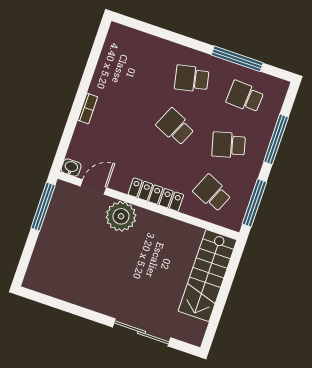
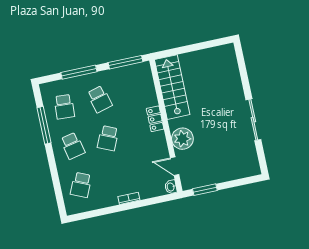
school desk: (212, 193) -> (81, 185), moved
locker: (156, 195) -> (155, 119), width x0.66
window: (43, 207) -> (205, 190), width x0.69
stairs: (207, 275) -> (172, 87), moved, turned -90
sliding door: (142, 332) -> (253, 120), moved

